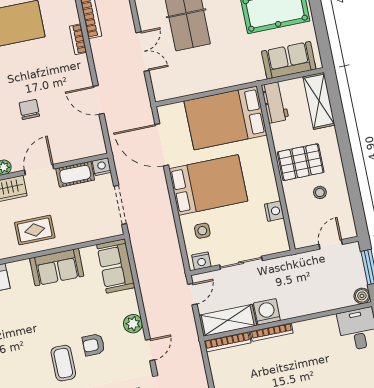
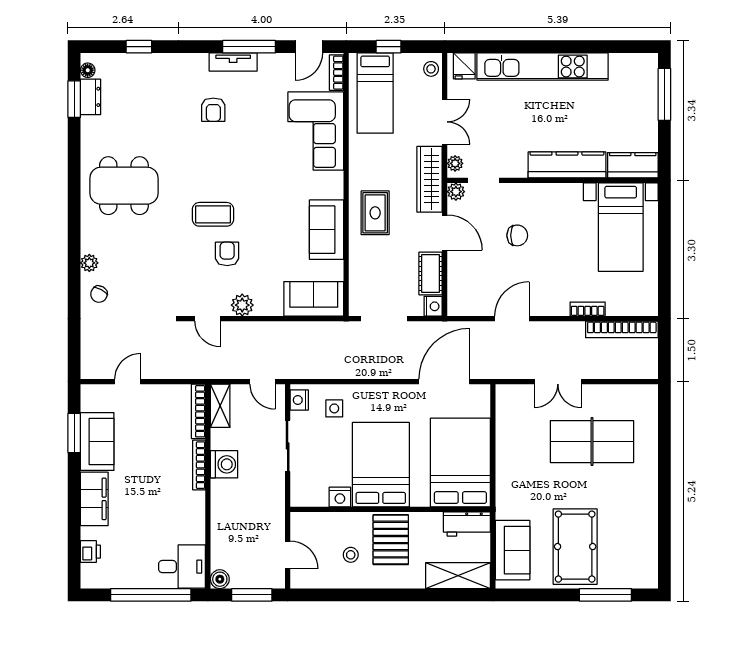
bed: (208, 185) -> (381, 465), moved, turned 180
shelving: (228, 320) -> (220, 406), width x0.67, depth x0.75

